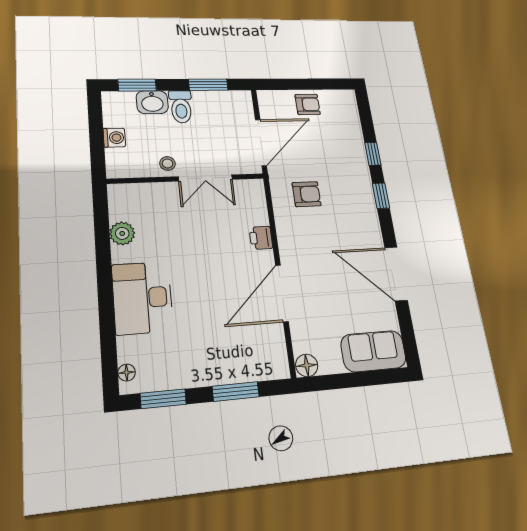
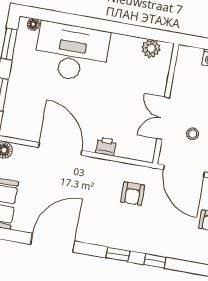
stool: (167, 164) -> (193, 134), moved
plant: (122, 233) -> (151, 49), moved
desk: (142, 298) -> (72, 52), width x1.36, depth x1.30

